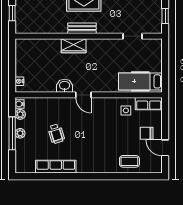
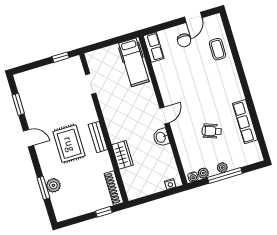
shoe rack: (31, 29) -> (114, 188), added
wardrobe: (74, 46) -> (122, 155), moved
side table: (126, 110) -> (167, 68), removed
wheelchair: (56, 134) -> (212, 131), turned -143

